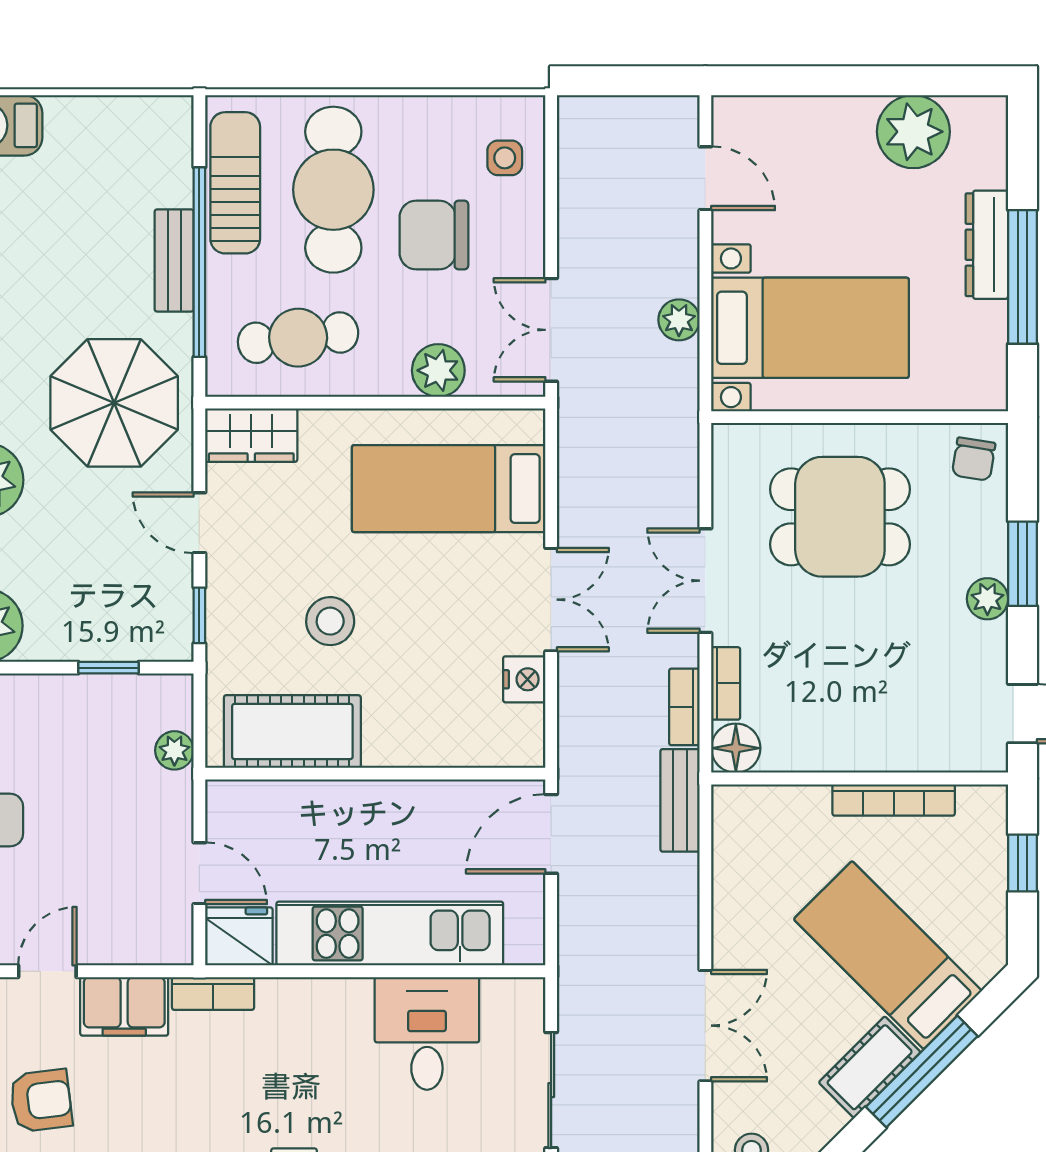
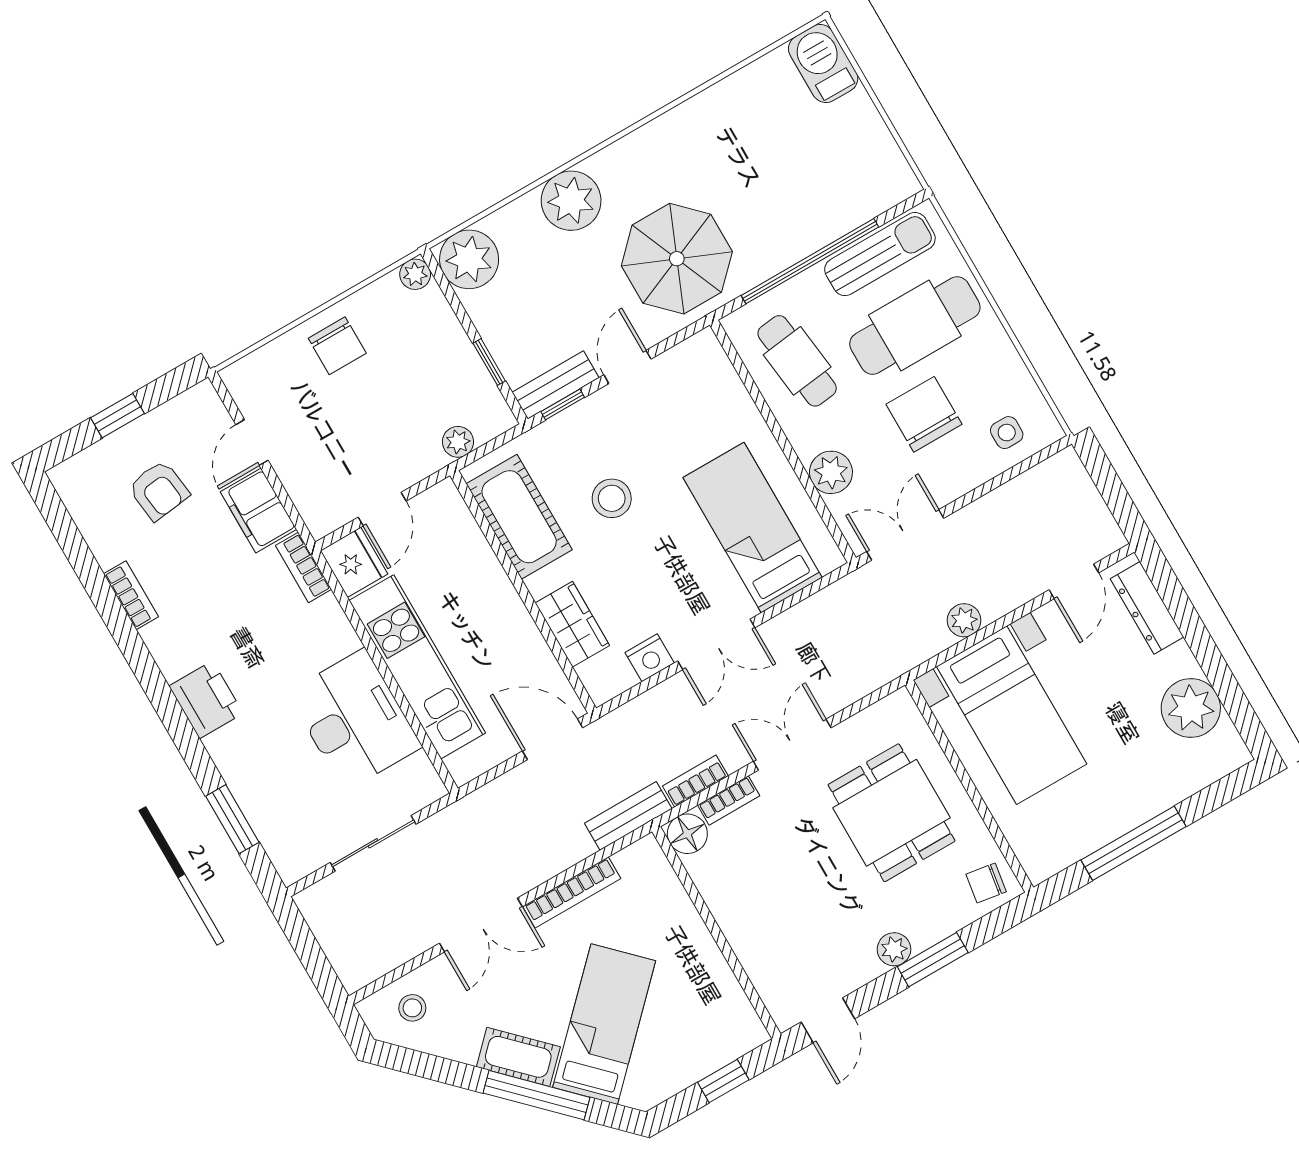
dresser: (987, 245) -> (1147, 608), moved, turned -90
bench: (174, 260) -> (556, 385), moved
wardrobe: (251, 435) -> (572, 624), moved, turned 180
bookcase: (894, 800) -> (572, 892), moved, turned -90
door: (47, 971) -> (252, 443), swing flipped
desk: (427, 1033) -> (355, 720), width x1.37

